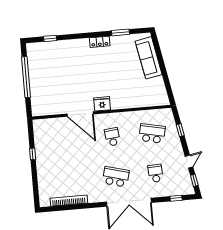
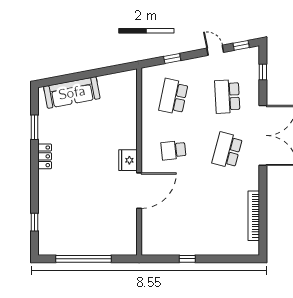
school desk: (156, 173) -> (227, 97), width x1.85

